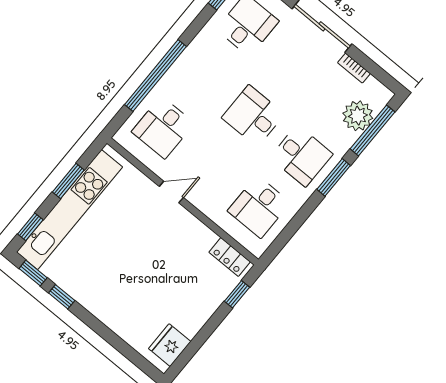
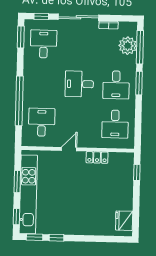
desk: (163, 127) -> (42, 122), turned 180
desk: (301, 156) -> (116, 85), turned 90
locker: (230, 257) -> (97, 157), moved

